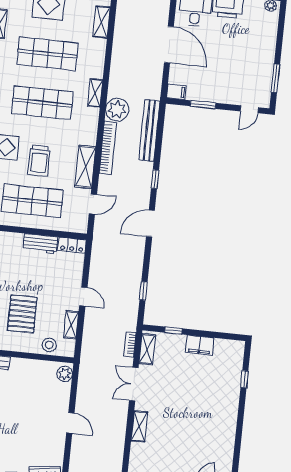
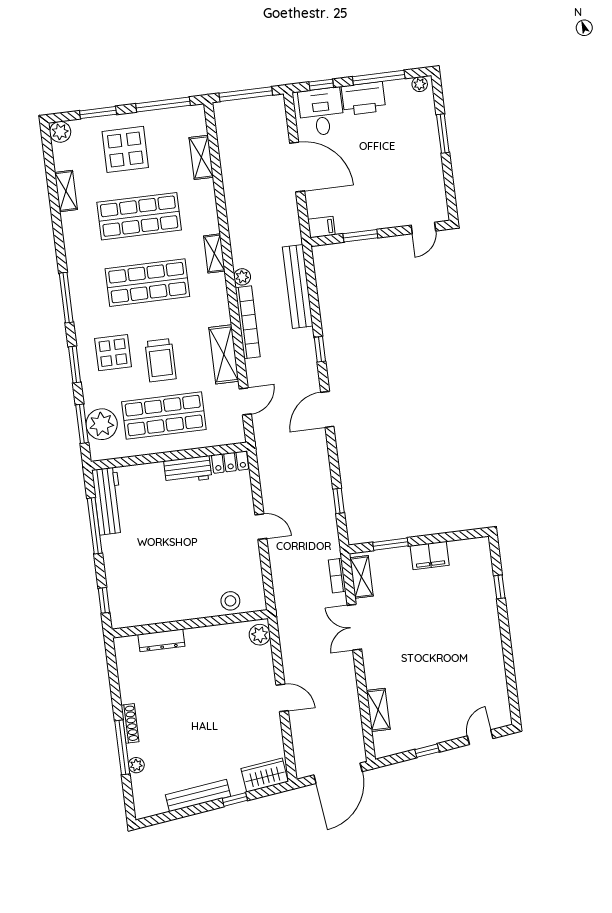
window: (275, 78) -> (443, 134), moved
plant: (117, 110) -> (242, 277), width x0.53, depth x0.53
pallet: (22, 314) -> (185, 568), removed
shelving: (71, 325) -> (253, 568), removed
window: (173, 331) -> (390, 544), width x1.50
shelving: (139, 426) -> (378, 710), moved

